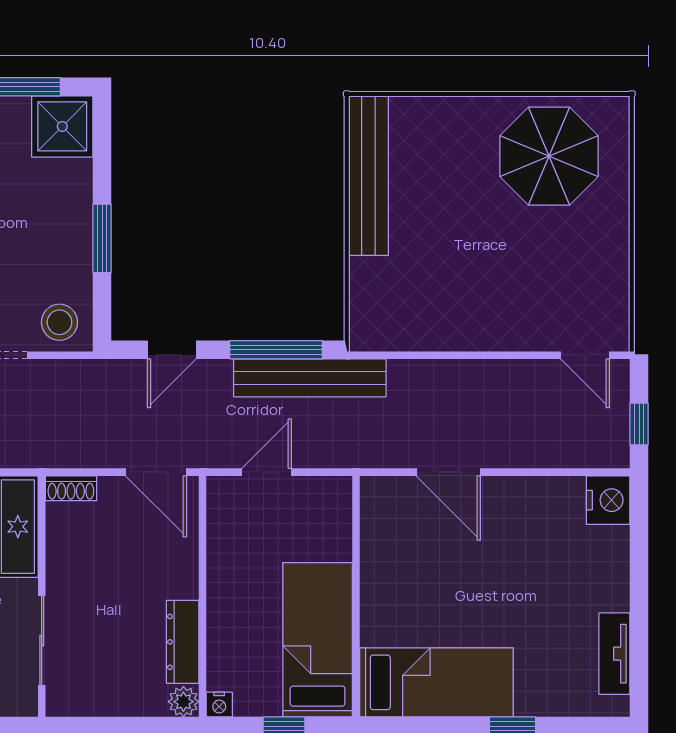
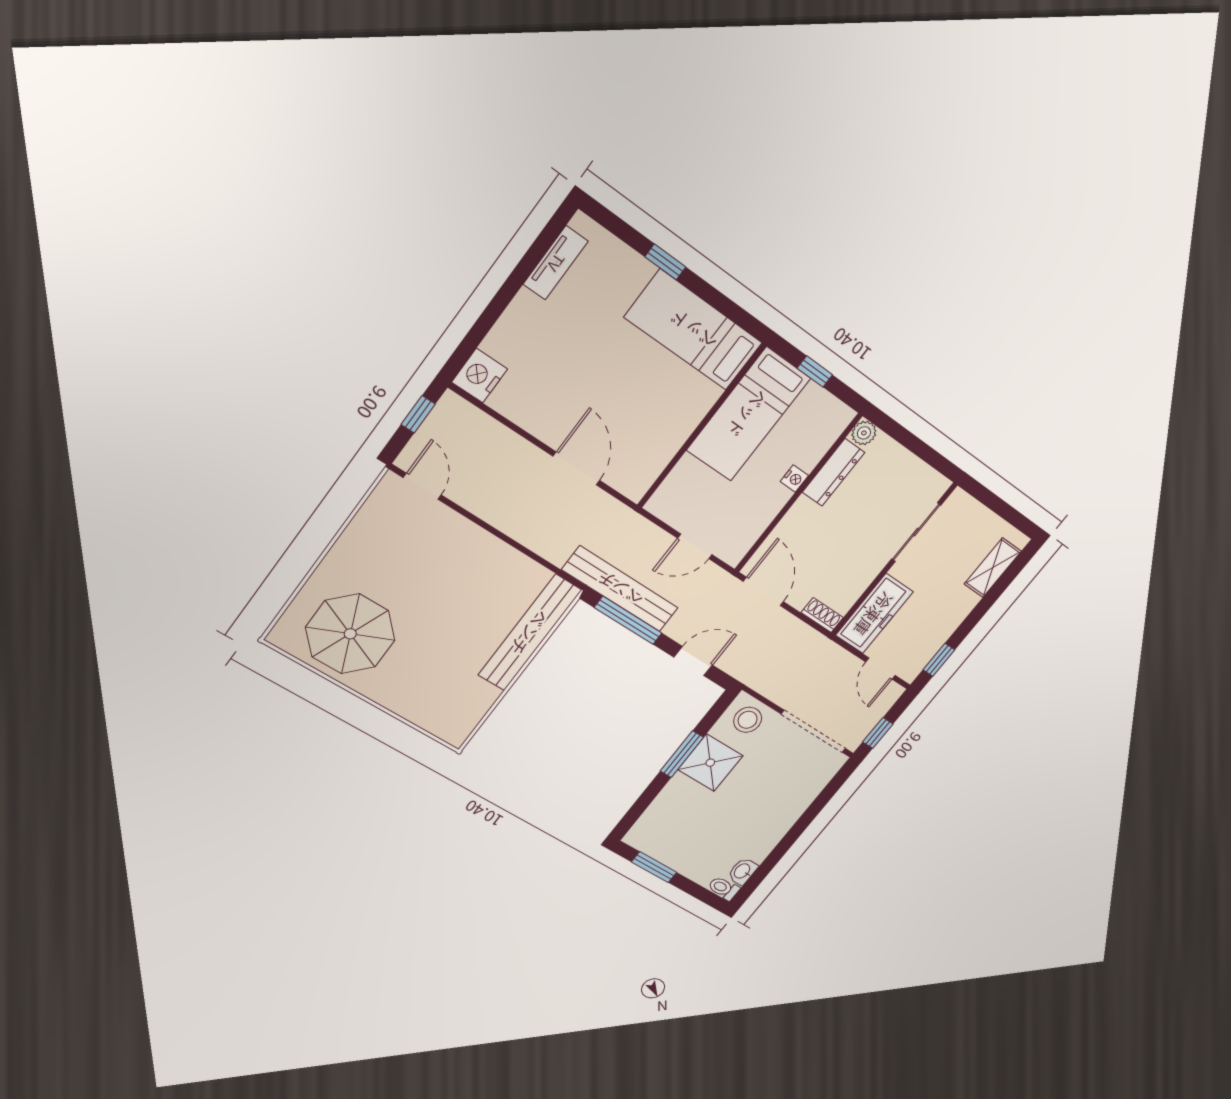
shower: (62, 126) -> (710, 763), moved
bench: (368, 176) -> (530, 633), moved
nightstand: (219, 705) -> (794, 479), moved, turned 90

